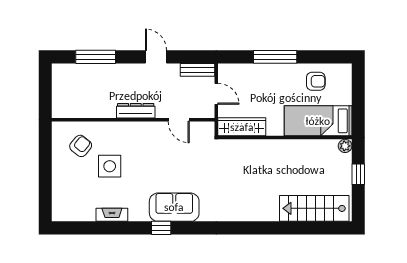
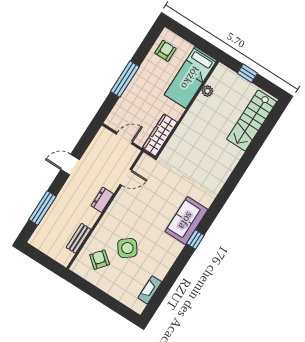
bench: (198, 70) -> (78, 238), moved
armchair: (316, 81) -> (165, 51), moved
dresser: (136, 111) -> (102, 200), width x0.70
plant: (345, 146) -> (207, 91), moved
side table: (110, 166) -> (127, 248), turned -37
fireplace: (112, 215) -> (150, 290), moved

